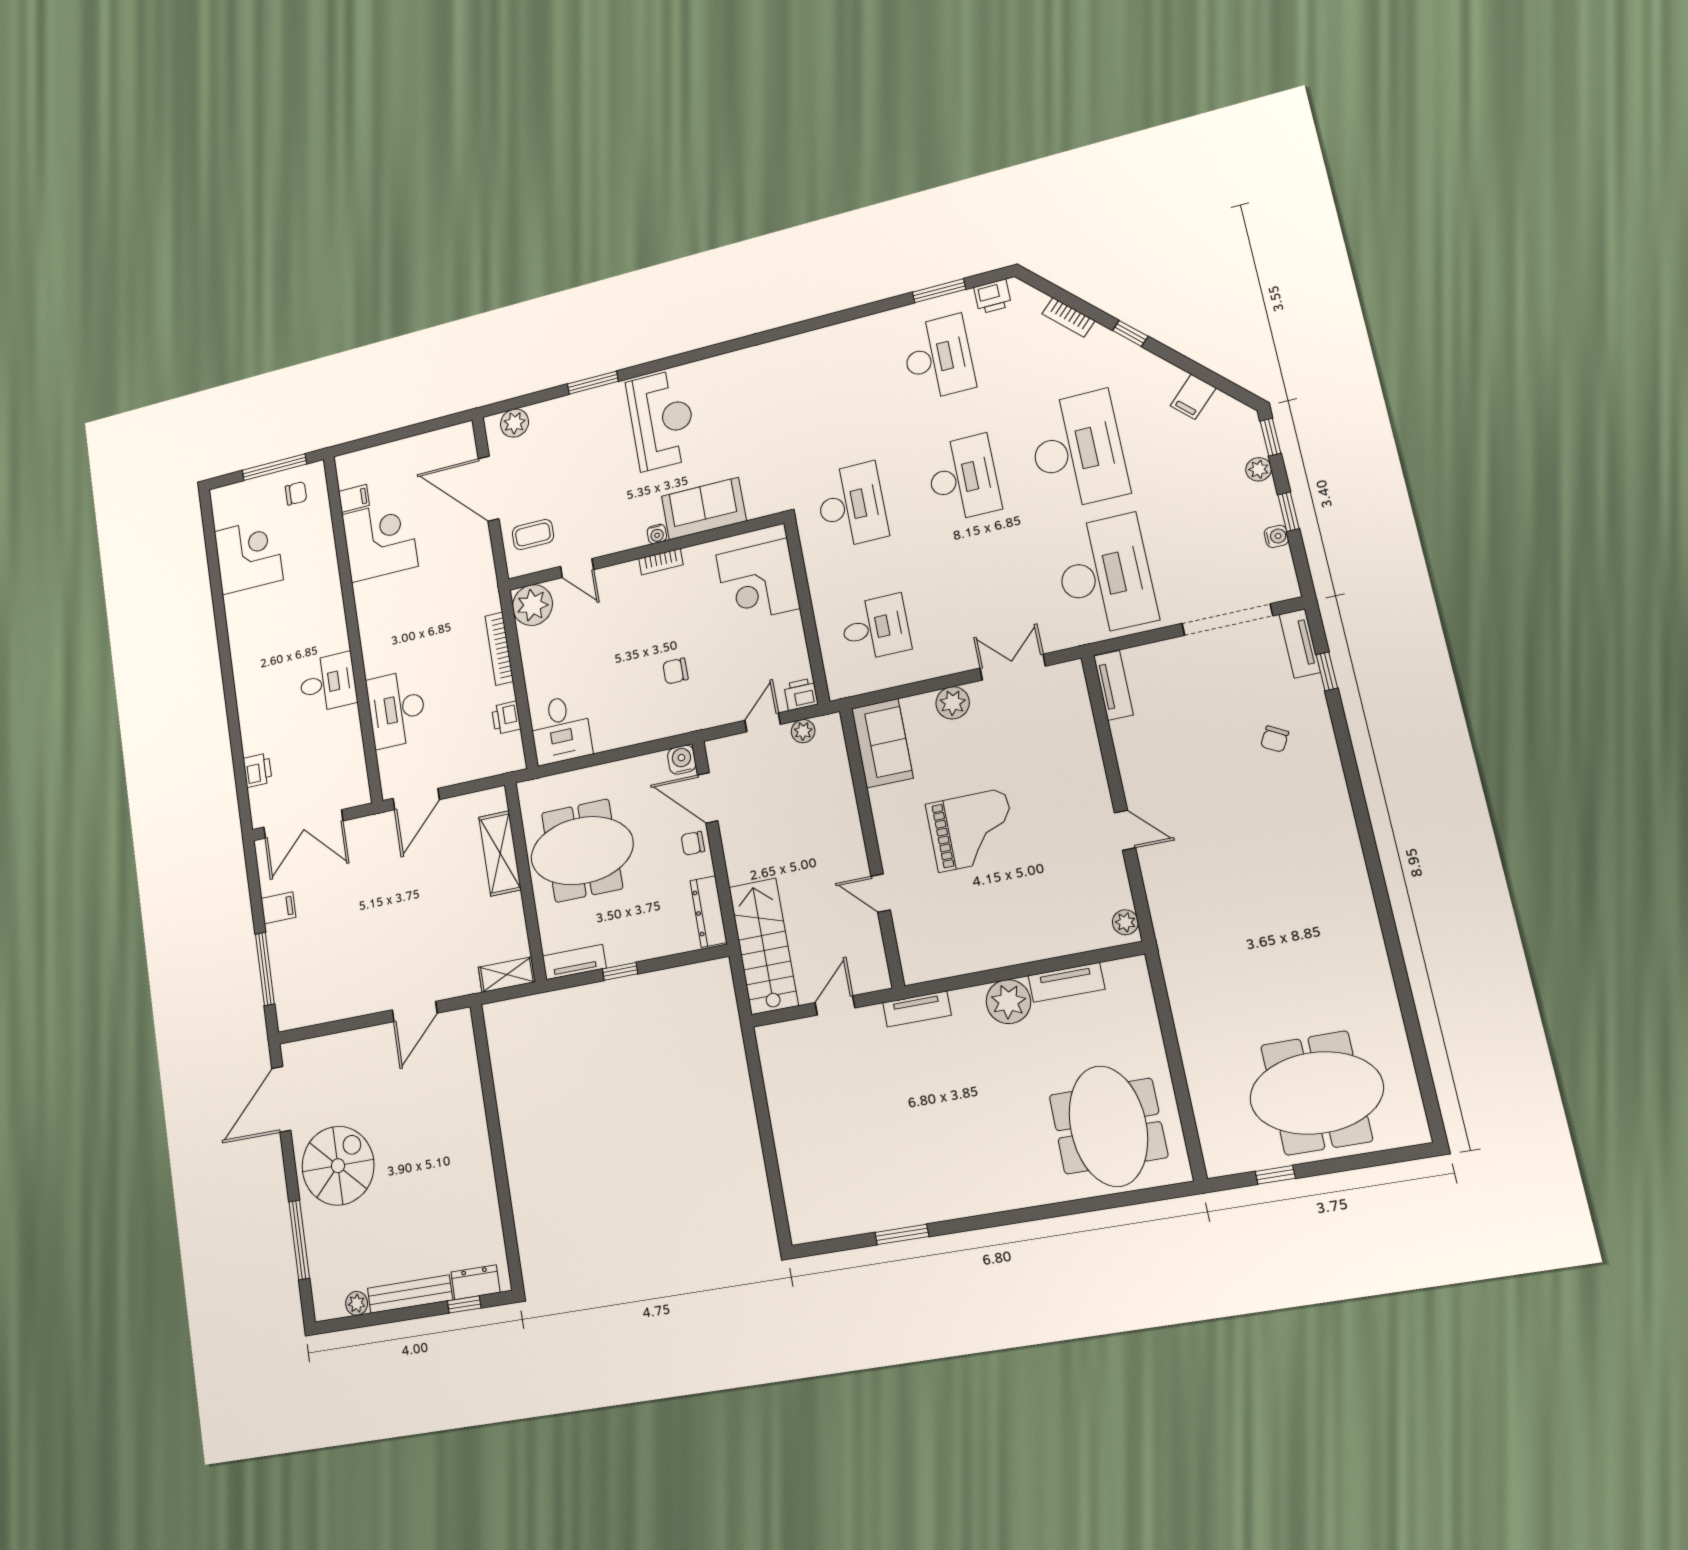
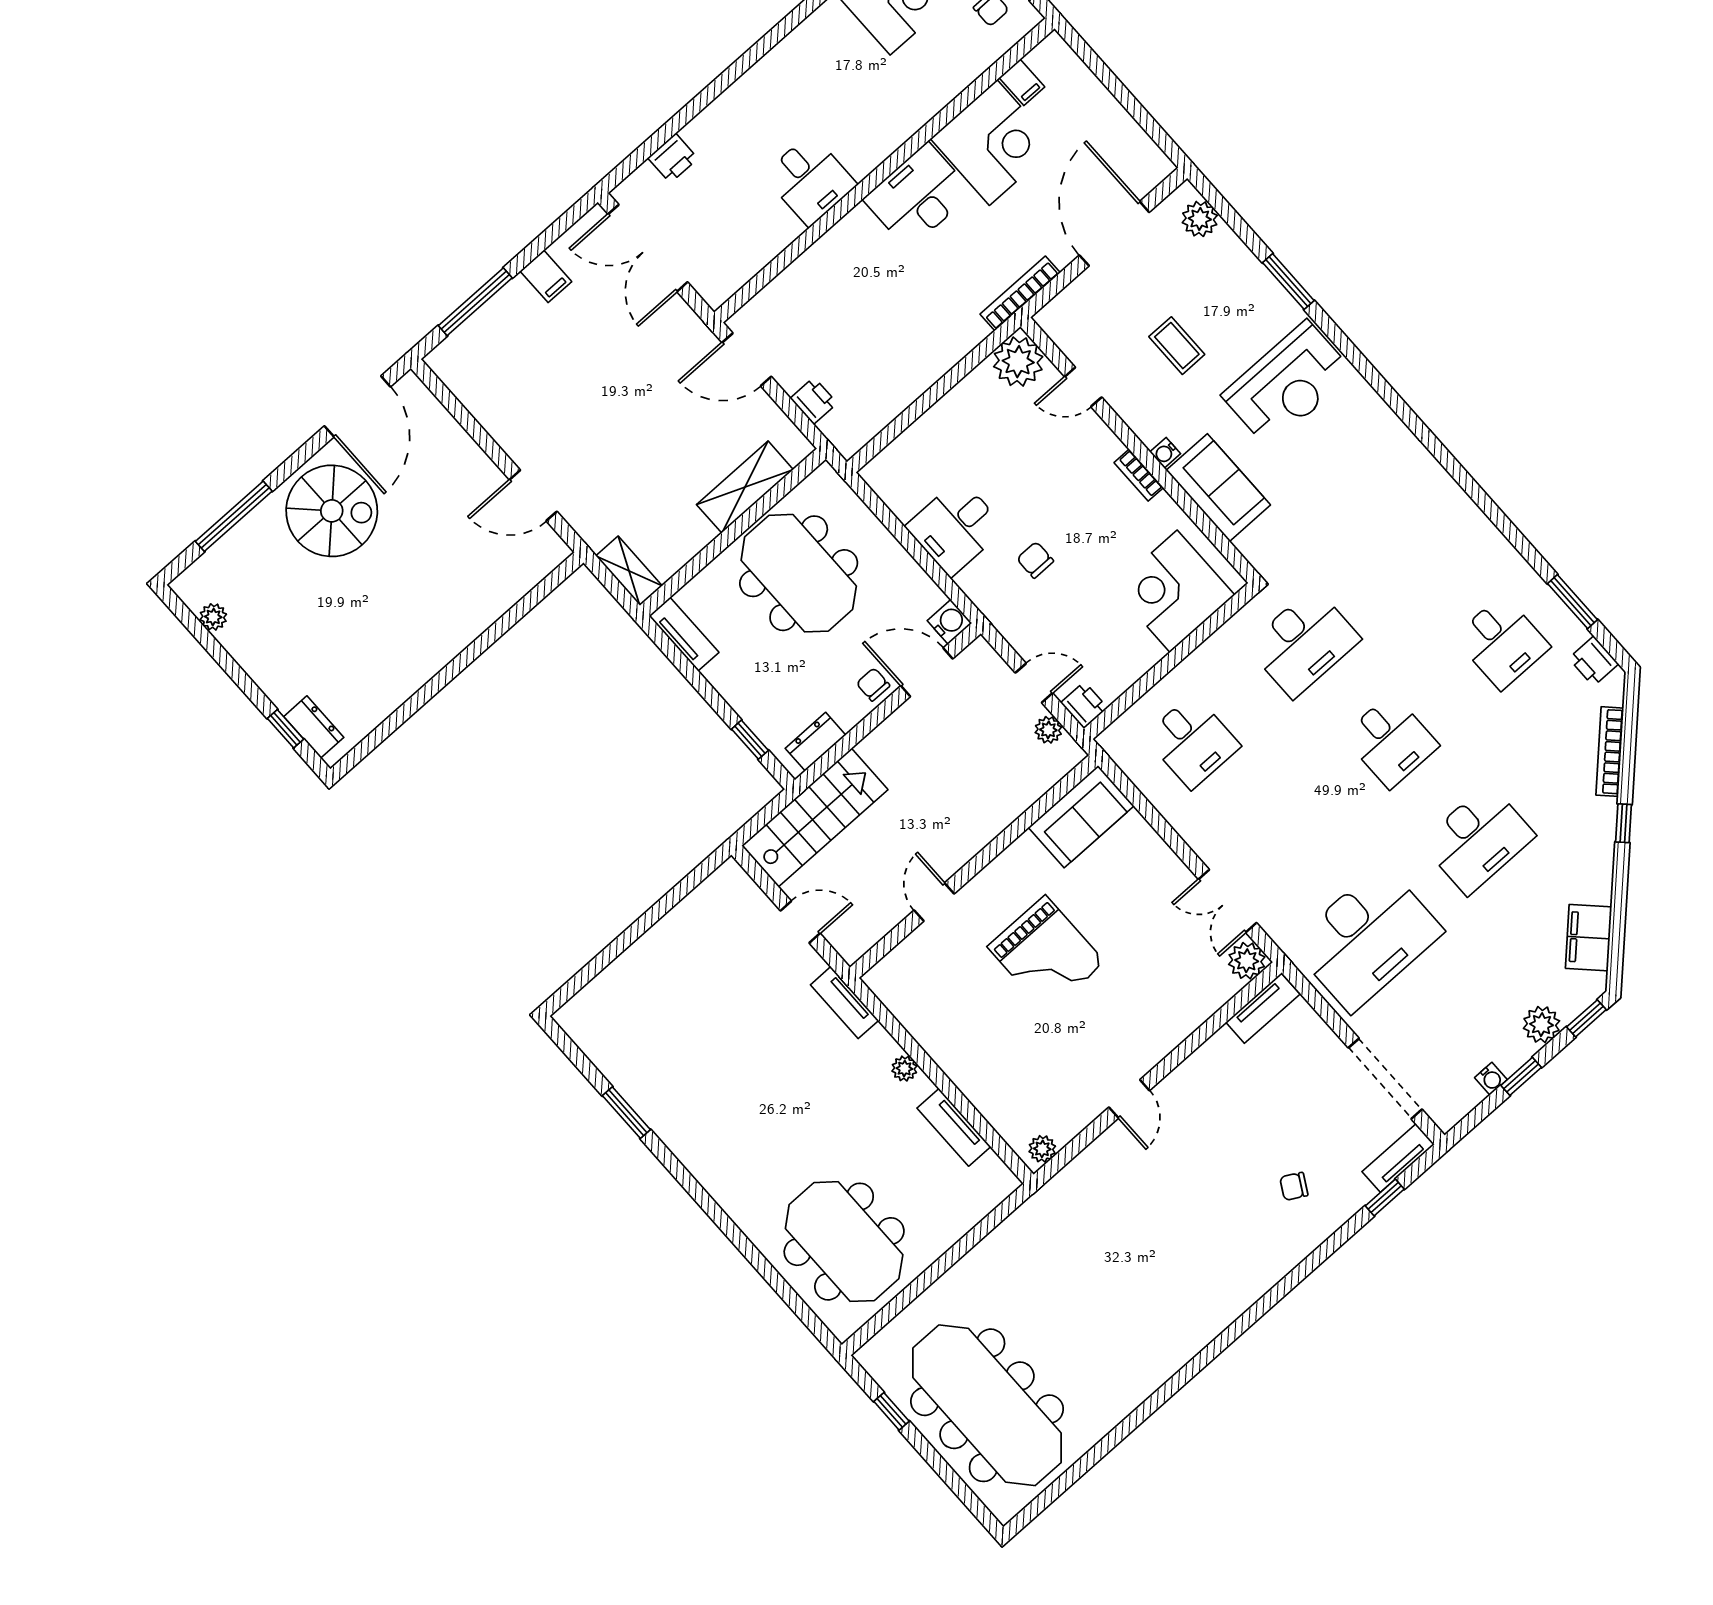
bookcase: (1068, 317) -> (1610, 752), width x1.56
desk: (938, 358) -> (1502, 642), width x0.73
filing cabinet: (1193, 397) -> (1589, 938), width x2.00
desk: (1077, 450) -> (1478, 839), width x0.73, depth x0.77
plant: (1259, 469) -> (1541, 1025), width x1.38, depth x1.38
desk: (963, 478) -> (1391, 741), width x0.73
coffee table: (533, 535) -> (1177, 346), moved
door: (577, 568) -> (1083, 387), hinge flipped
bookcase: (499, 649) -> (1020, 293), moved
double door: (1013, 667) -> (1228, 901), swing flipped
plant: (953, 703) -> (1247, 961), moved
desk: (397, 709) -> (918, 196), moved
printer: (506, 718) -> (814, 401), moved, turned 90
desk: (560, 729) -> (955, 527), moved
door: (708, 798) -> (927, 672), hinge flipped
dresser: (708, 911) -> (816, 742), width x0.70
window: (620, 971) -> (750, 740), moved
plant: (1008, 1002) -> (904, 1069), width x0.53, depth x0.53
meeting table: (1316, 1093) -> (987, 1405), width x1.36
door: (281, 1099) -> (357, 406), swing flipped
meeting table: (1108, 1126) -> (844, 1242), turned 90
bench: (410, 1294) -> (259, 667), removed

